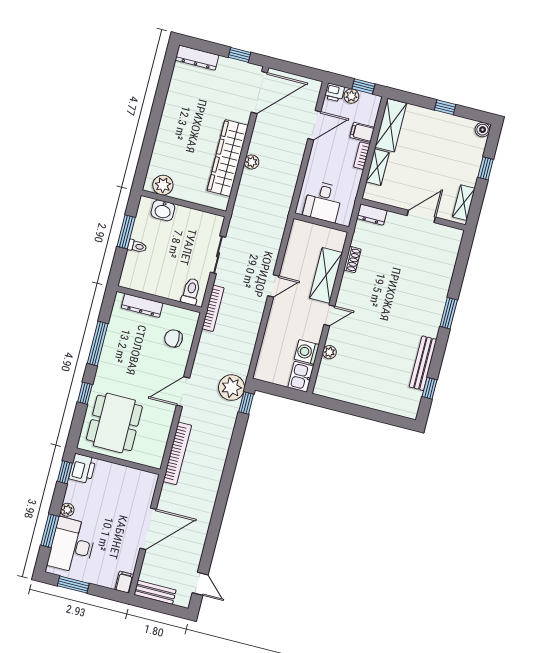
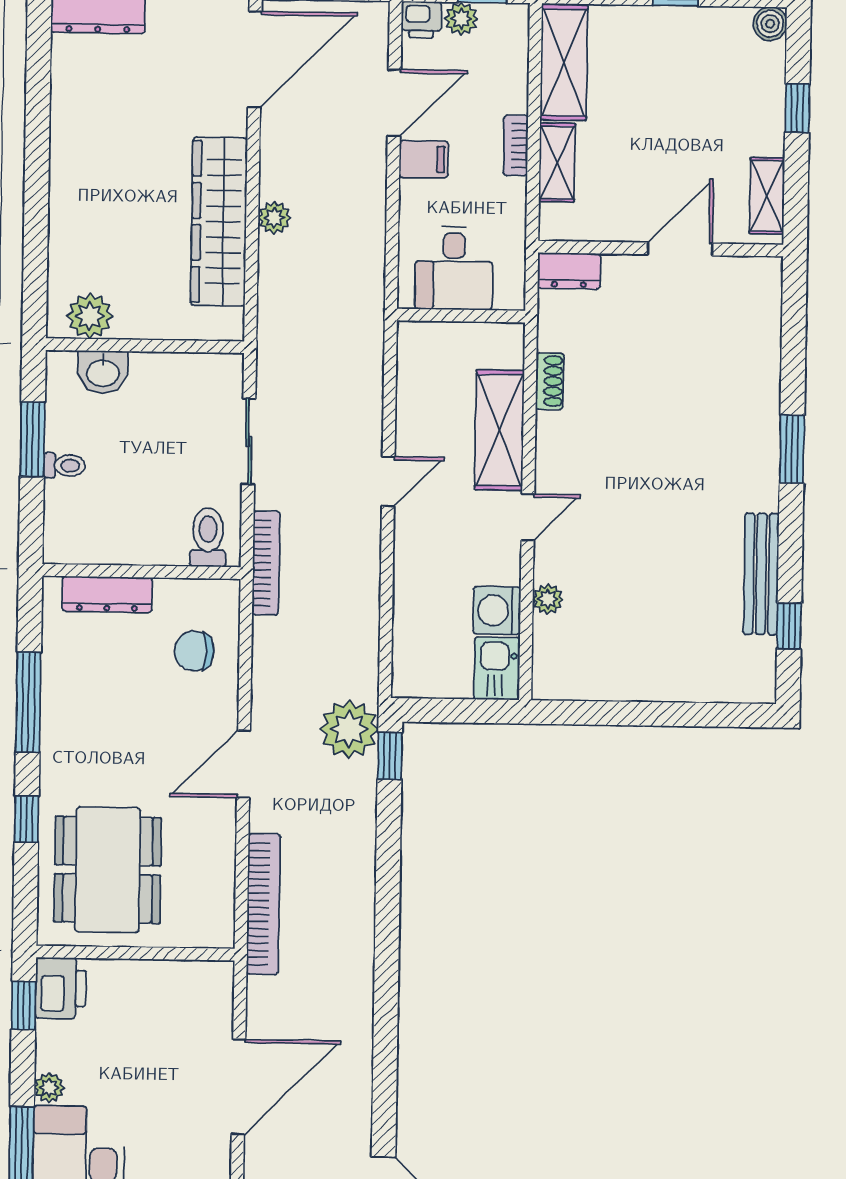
filing cabinet: (362, 132) -> (424, 159), moved, turned 180

